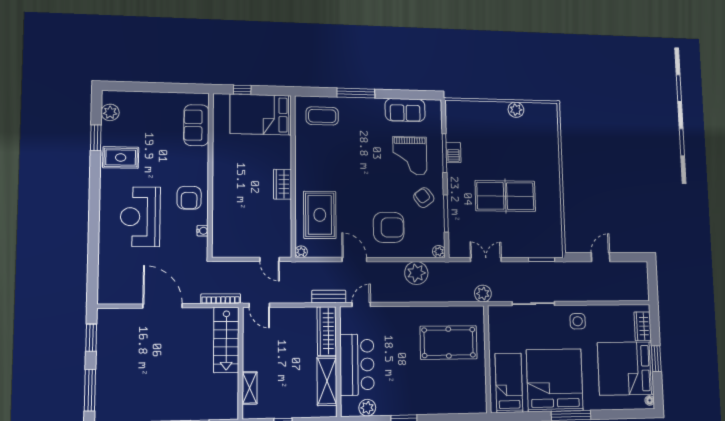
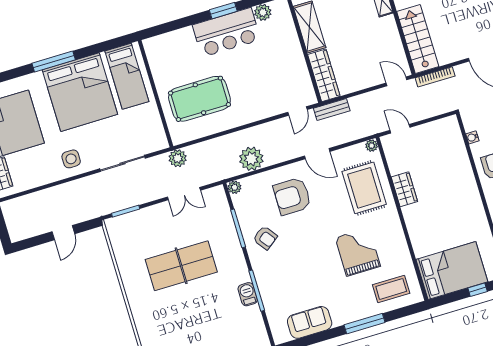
grand piano: (410, 156) -> (358, 252), moved
wardrobe: (282, 184) -> (404, 189), moved
bar counter: (357, 365) -> (227, 32), moved, turned -90

